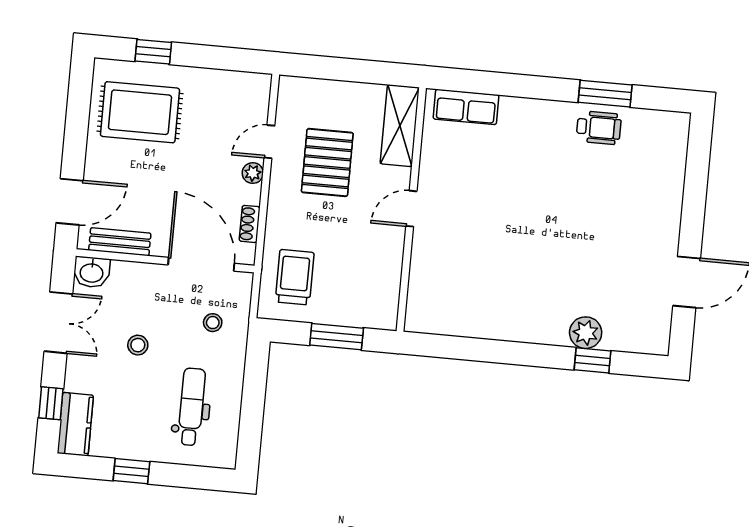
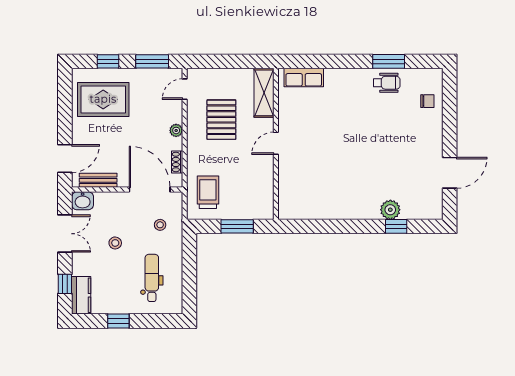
window: (224, 58) -> (152, 61), added
door: (269, 142) -> (185, 89), moved
chair: (661, 163) -> (427, 101), added

